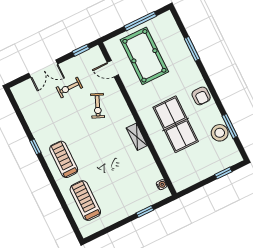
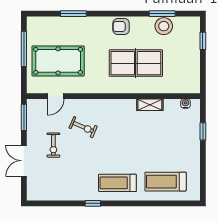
window: (81, 50) -> (24, 117), width x1.50
double door: (43, 69) -> (24, 161), swing flipped
armchair: (201, 96) -> (121, 27), turned 180
shelving: (137, 137) -> (150, 105), moved

